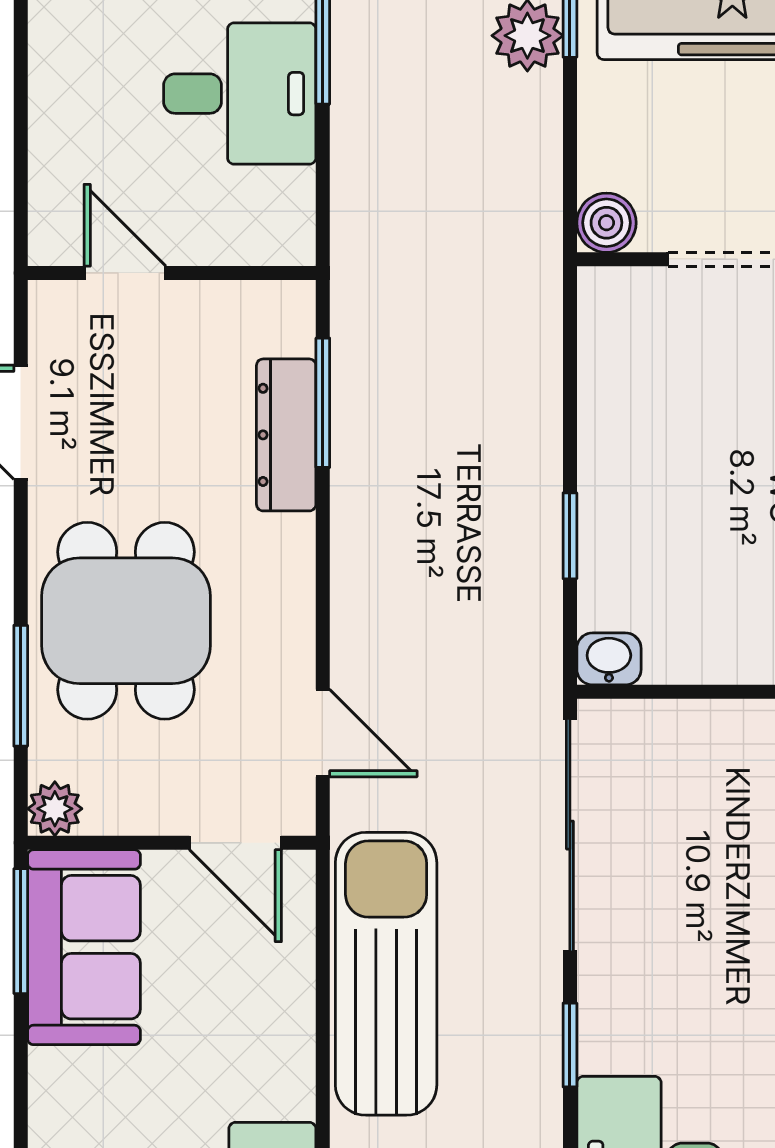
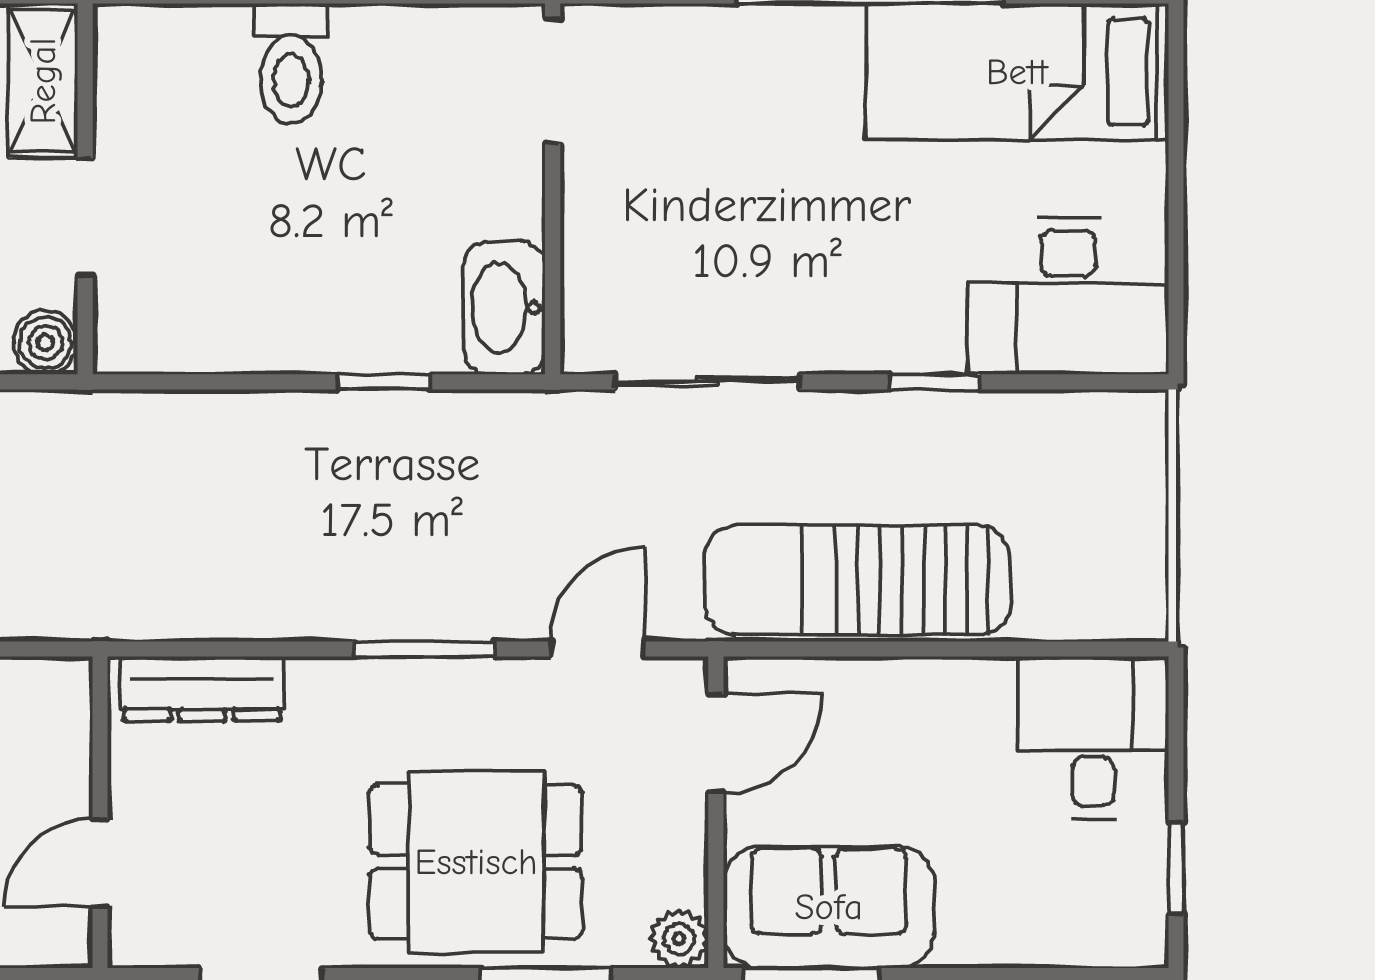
window: (323, 403) -> (424, 649), moved
dresser: (286, 435) -> (202, 689), moved
washbasin: (609, 659) -> (505, 308), width x1.91, depth x1.45
sliding door: (570, 835) -> (708, 382), width x0.73

